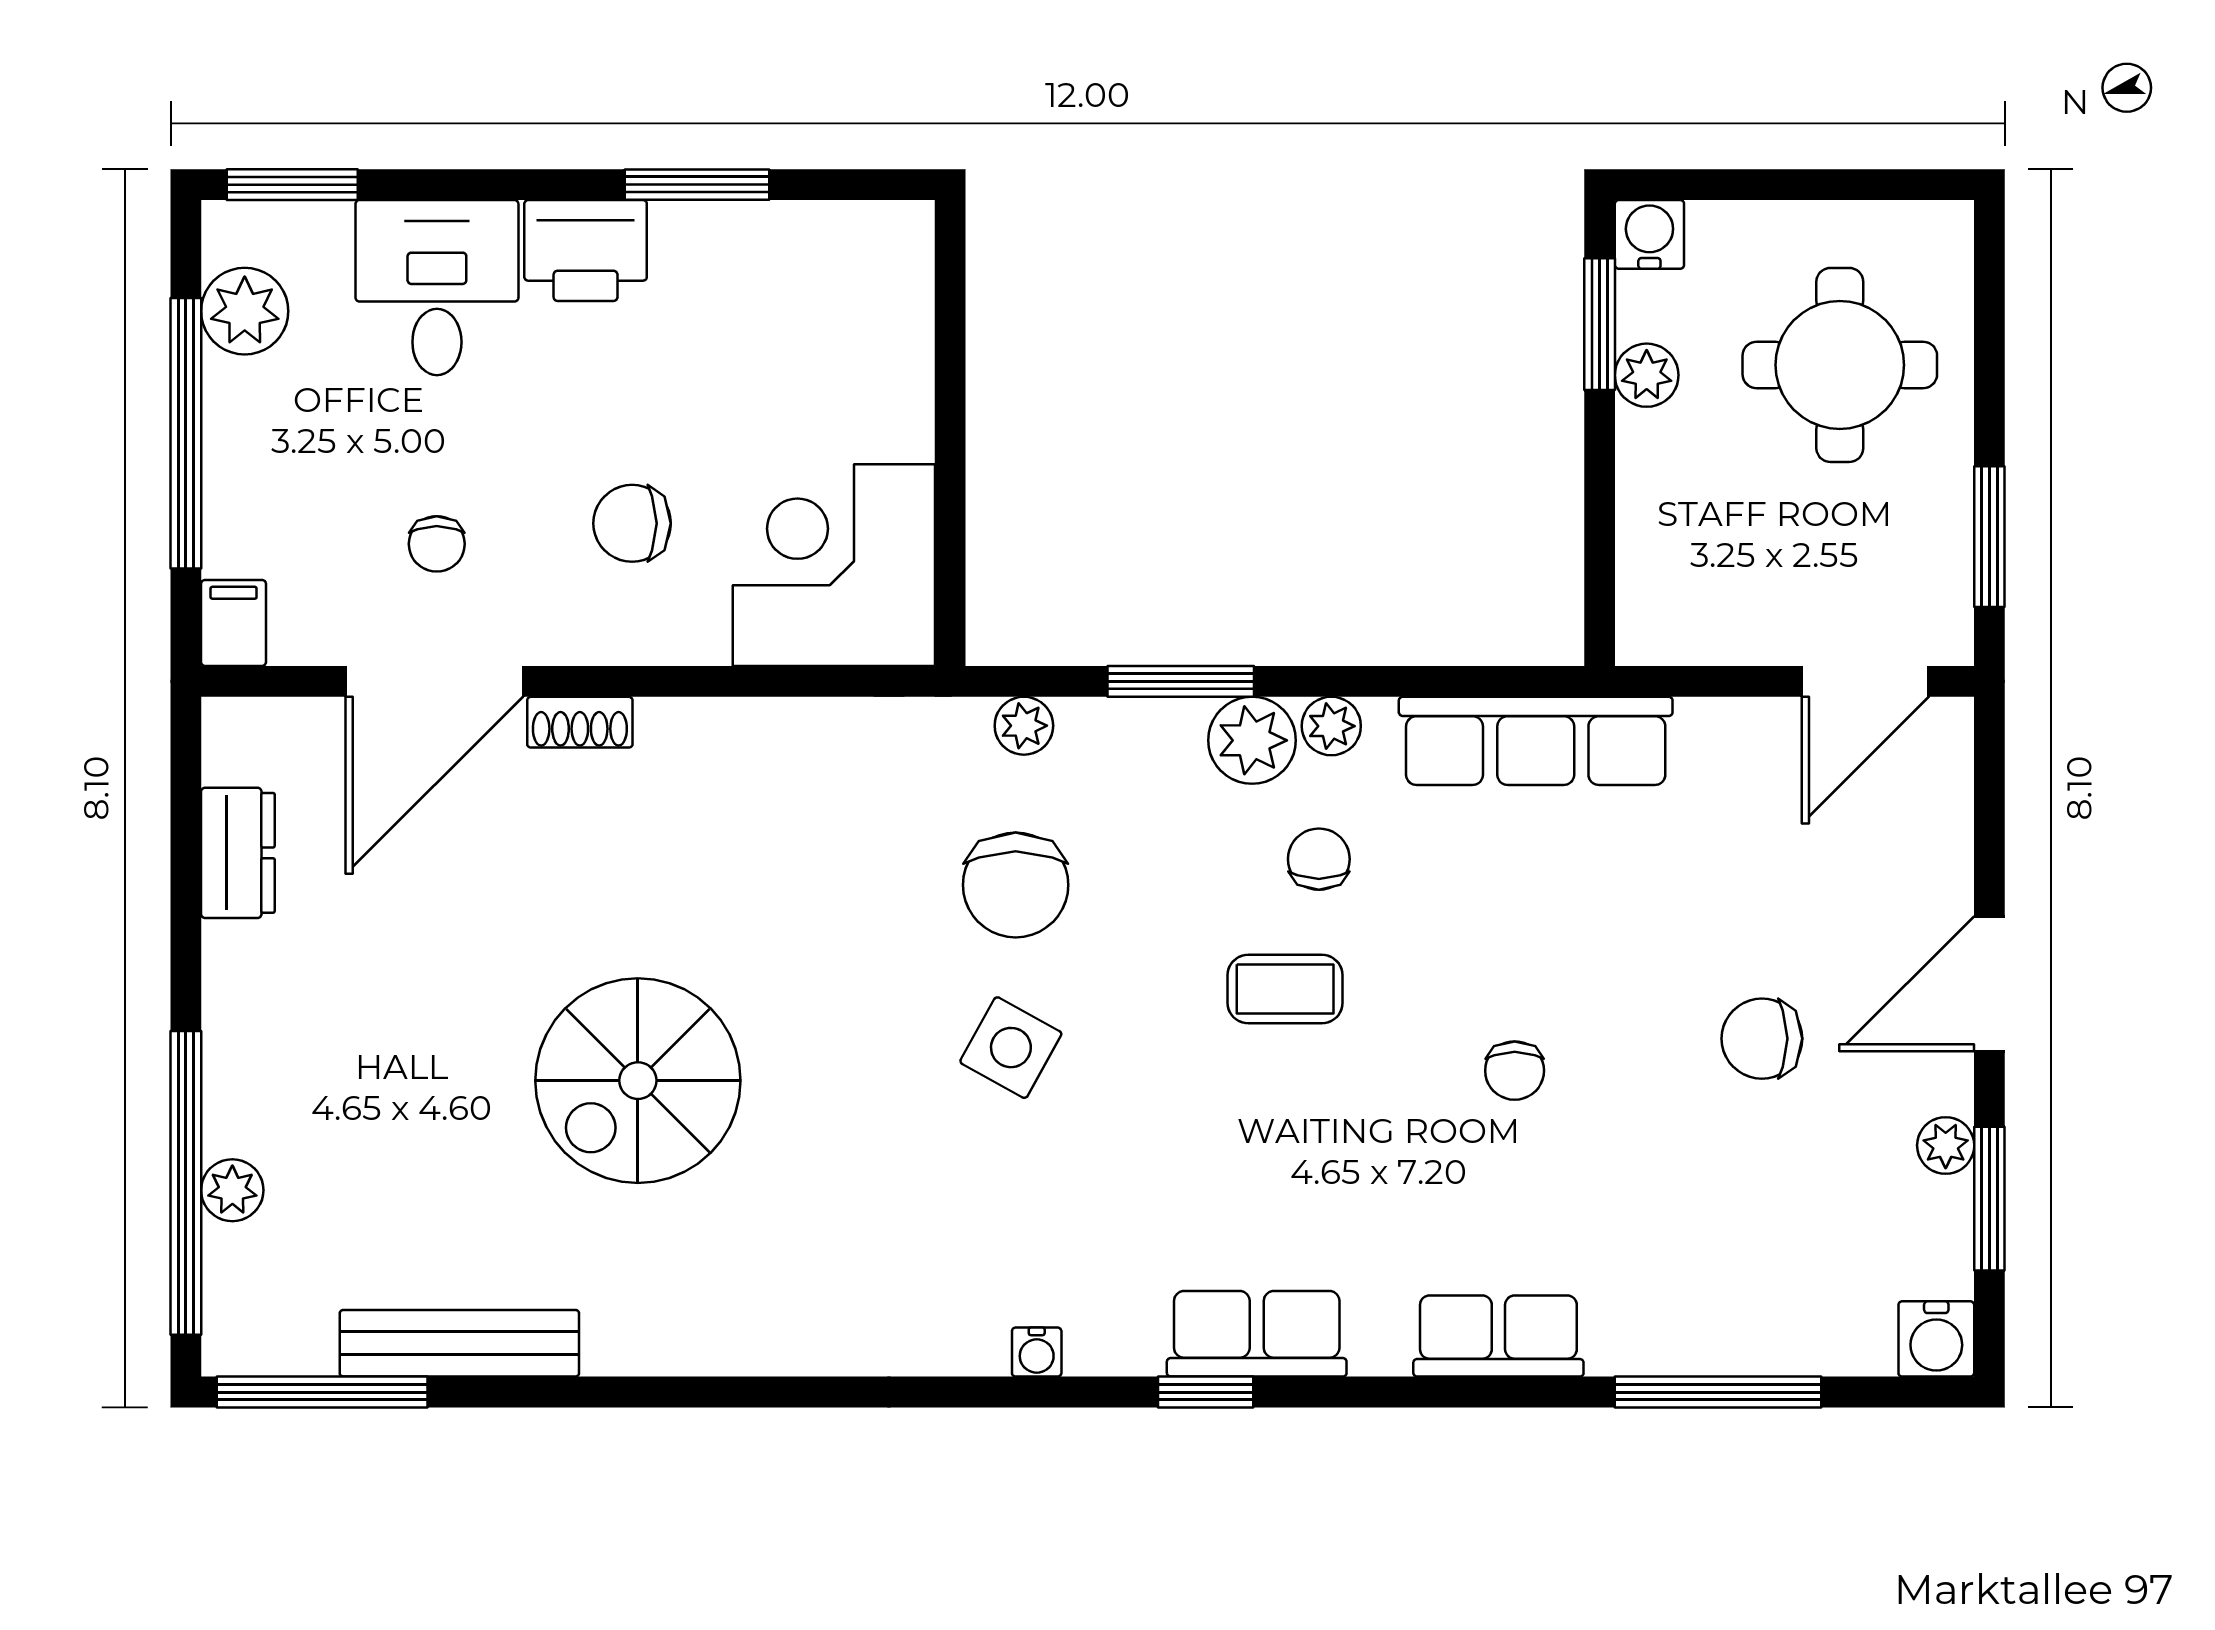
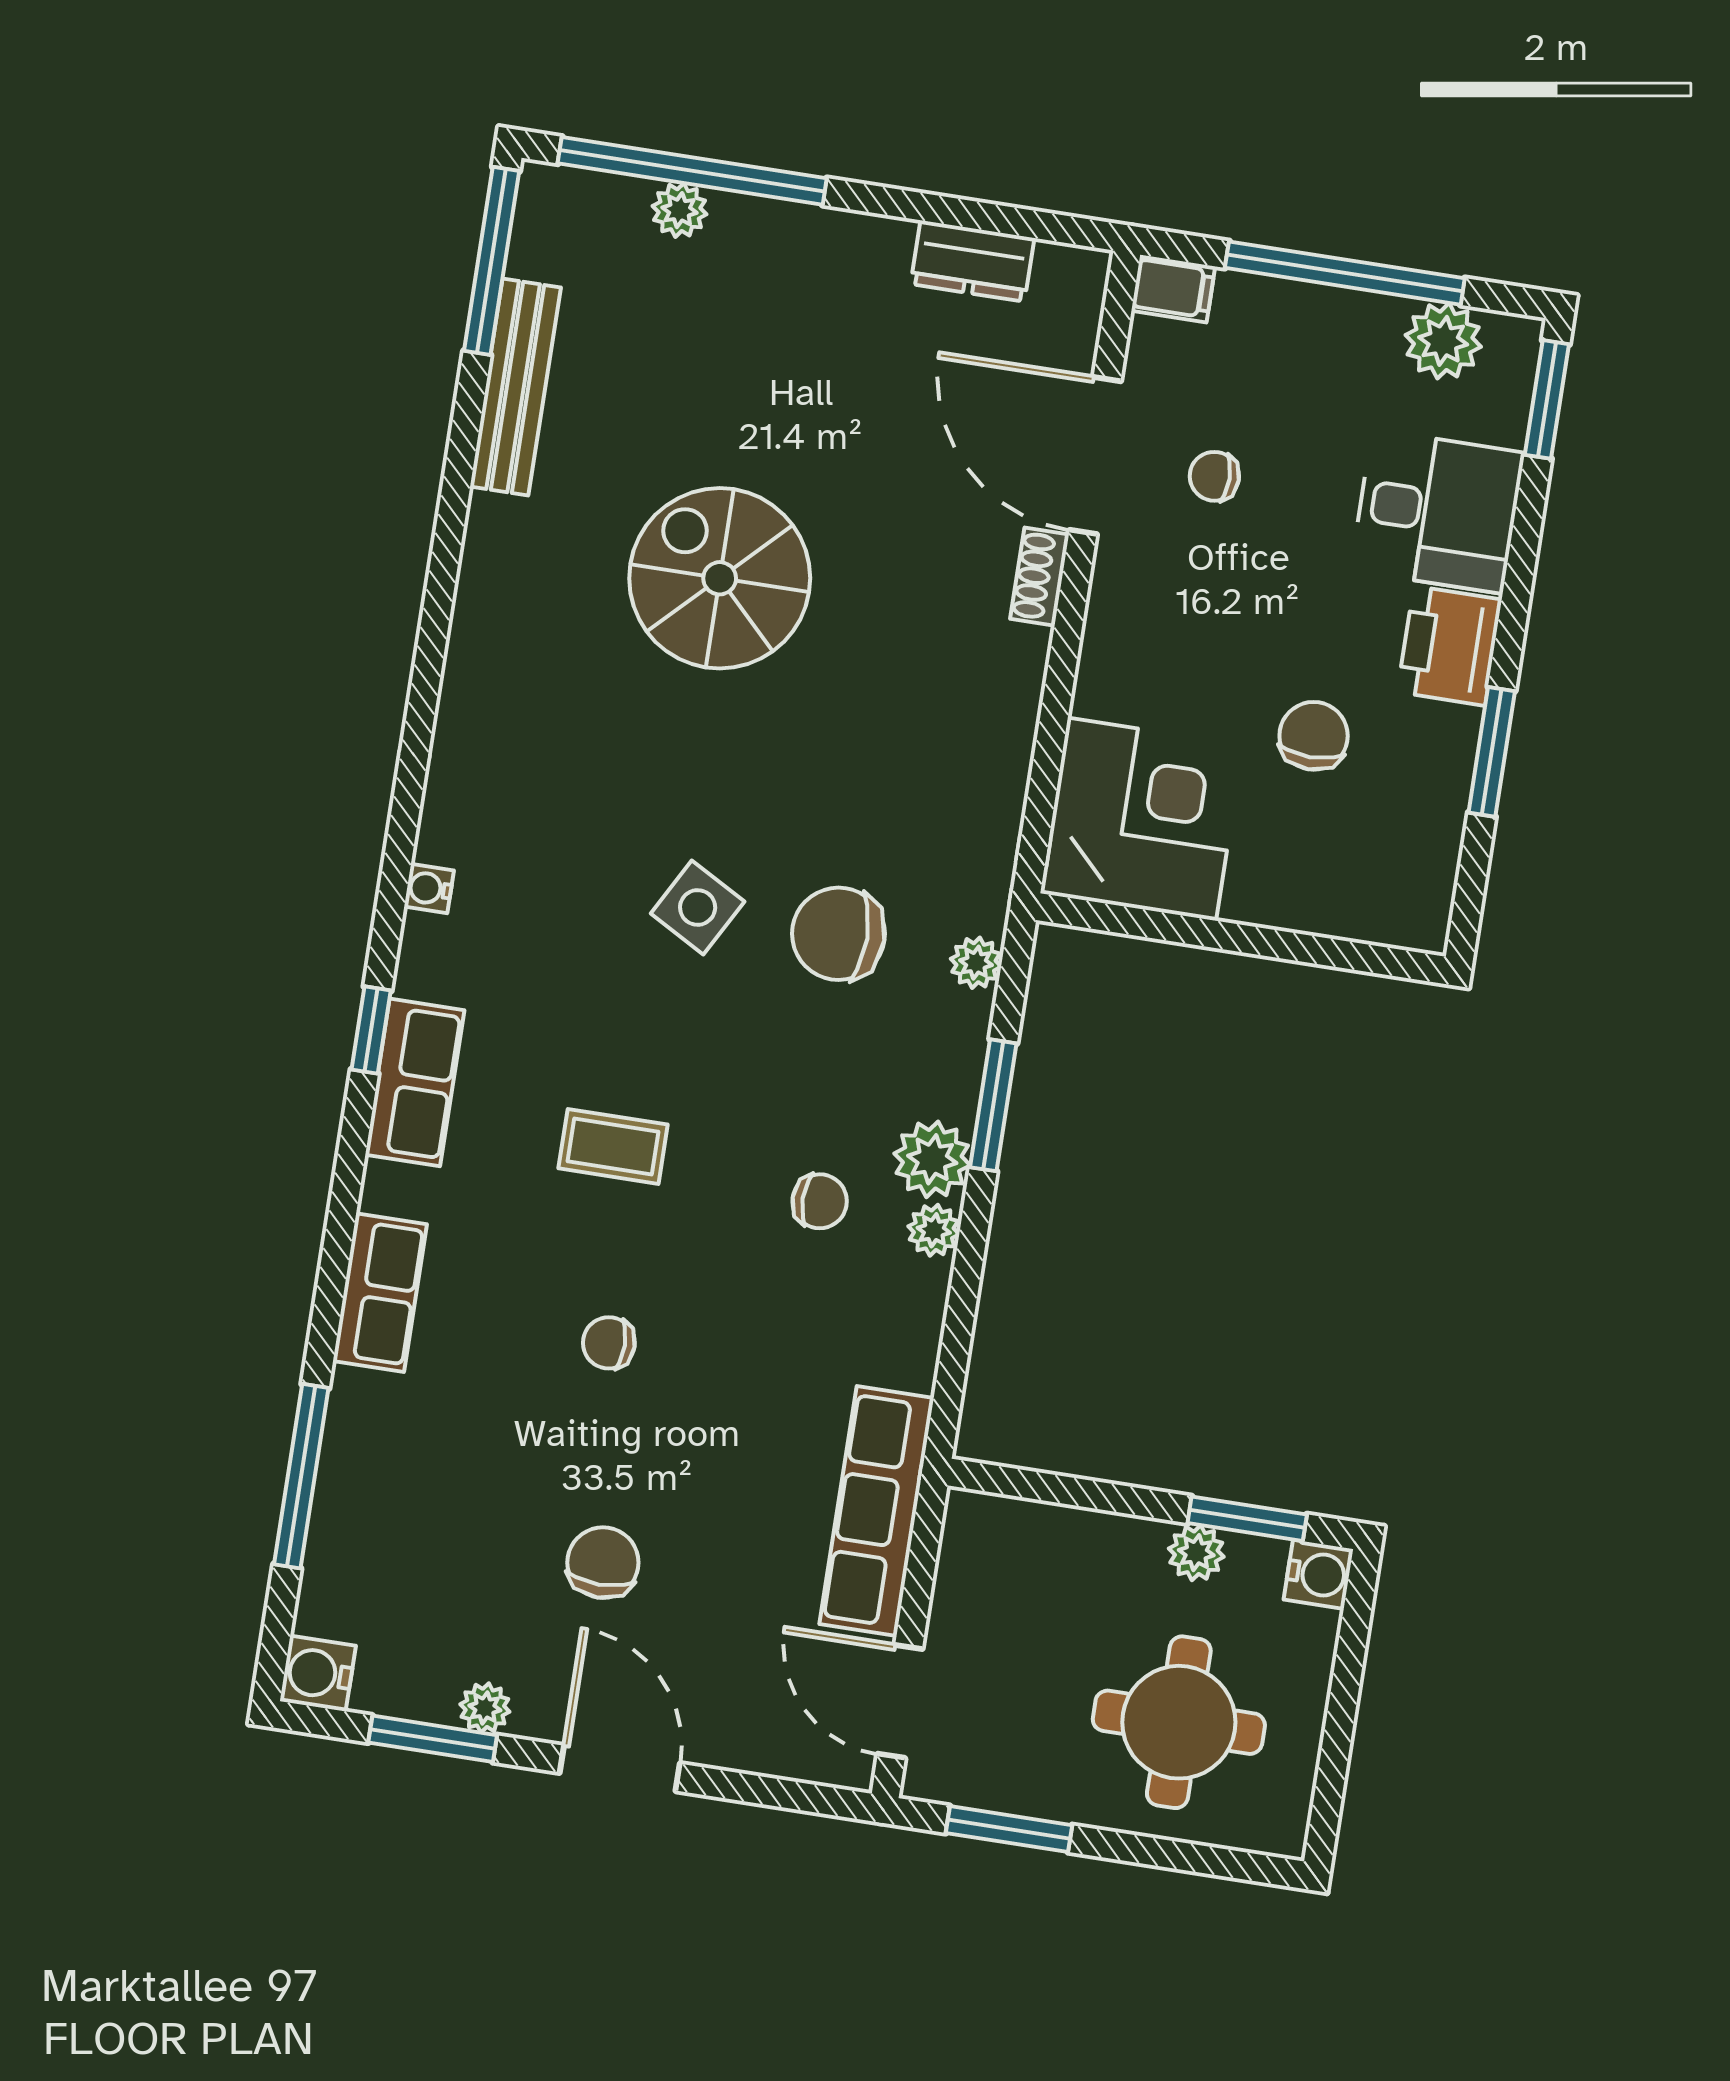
chair: (632, 523) -> (1314, 736), moved
row of seats: (1536, 741) -> (877, 1511), moved
coffee table: (1285, 989) -> (613, 1146), moved, turned 90

